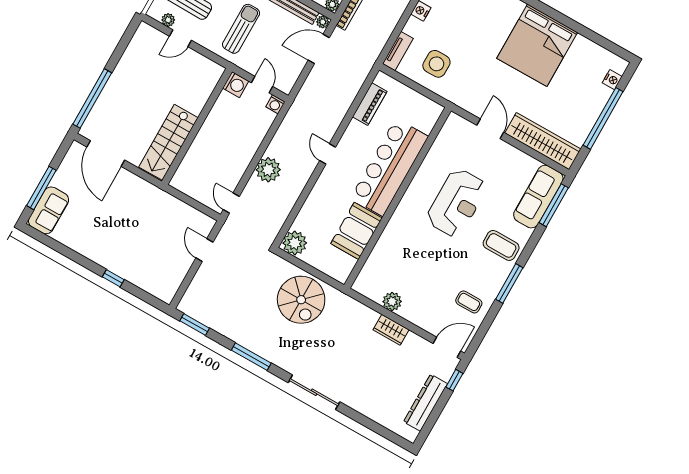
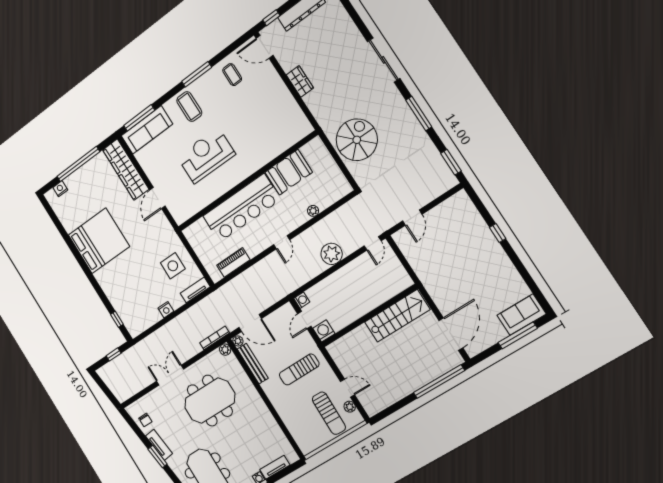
plant: (295, 243) -> (313, 211), moved, width x0.53, depth x0.53
plant: (392, 301) -> (288, 104), removed

